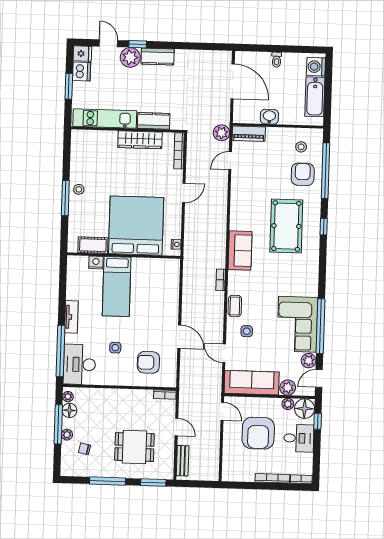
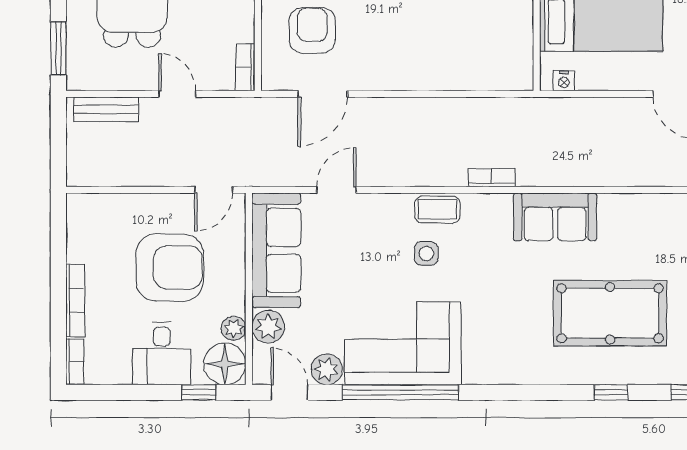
side table: (247, 331) -> (426, 253), moved
door: (179, 337) -> (323, 94), moved
door: (176, 427) -> (177, 94), swing flipped
armchair: (258, 433) -> (170, 267), turned 180

